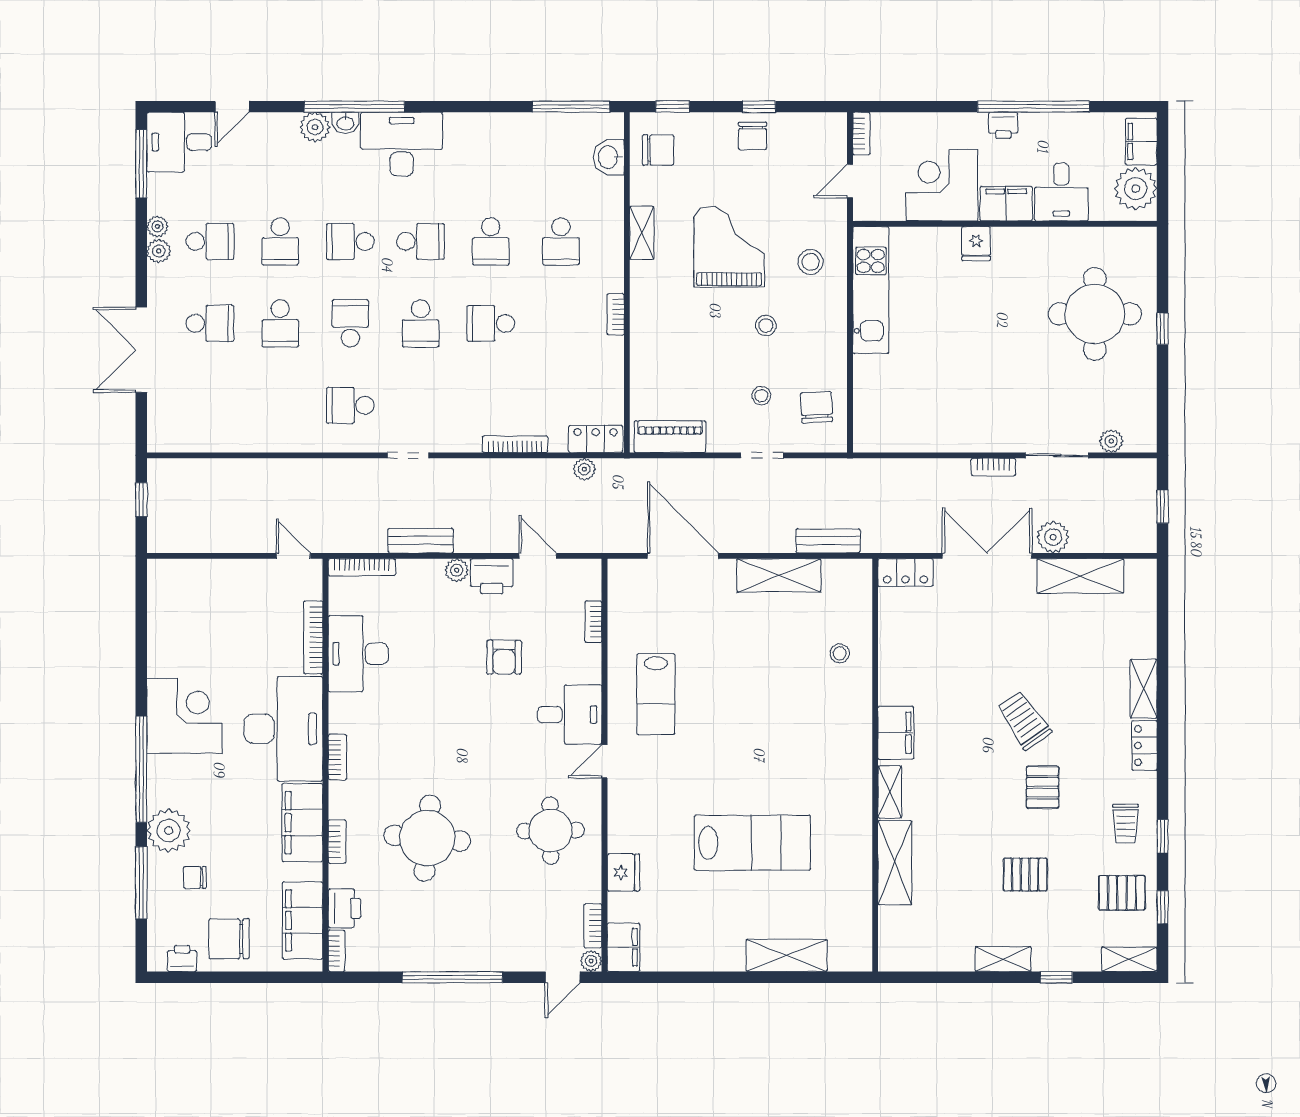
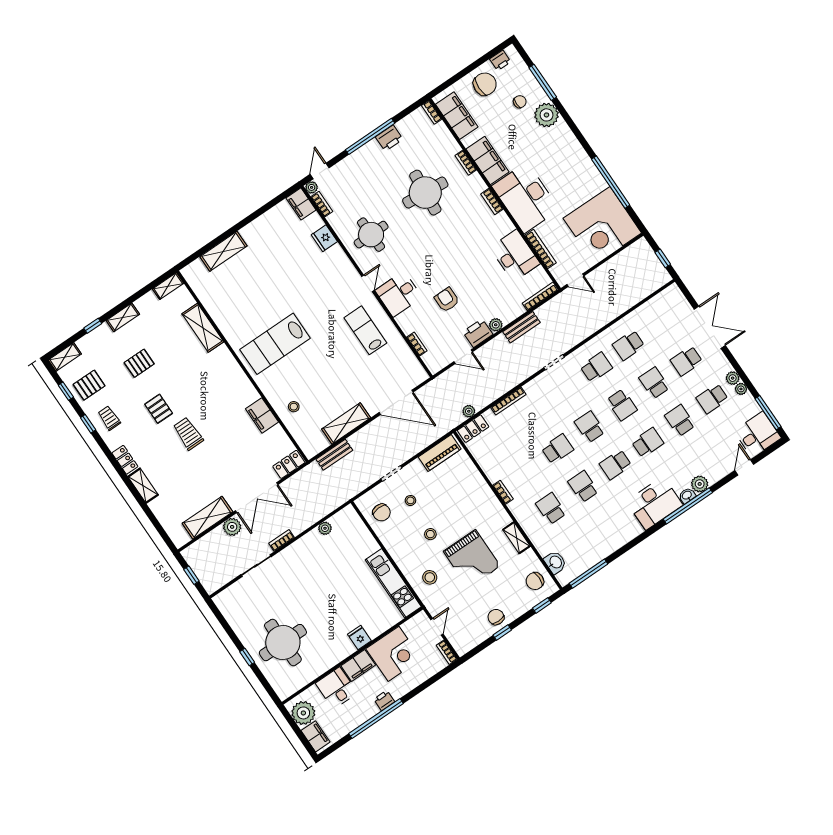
school desk: (280, 405) -> (628, 345), added
plant: (1111, 441) -> (325, 528), moved
corner desk: (184, 716) -> (602, 226), moved, width x1.36, depth x1.36
trolley: (1024, 720) -> (188, 434), turned -145
filing cabinet: (896, 733) -> (262, 415), moved
window: (141, 769) -> (611, 182), moved
shelving: (890, 792) -> (168, 286), moved, turned 90
lab bench: (752, 843) -> (275, 344), moved
printer: (344, 908) -> (389, 138), moved, turned -90

